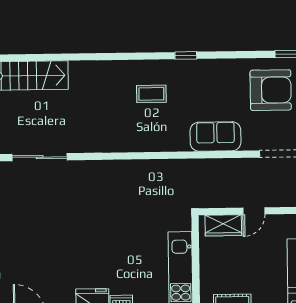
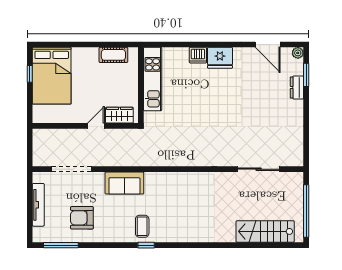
armchair: (271, 90) -> (82, 218), width x0.73, depth x0.73
coffee table: (151, 94) -> (142, 226), moved, turned 90

